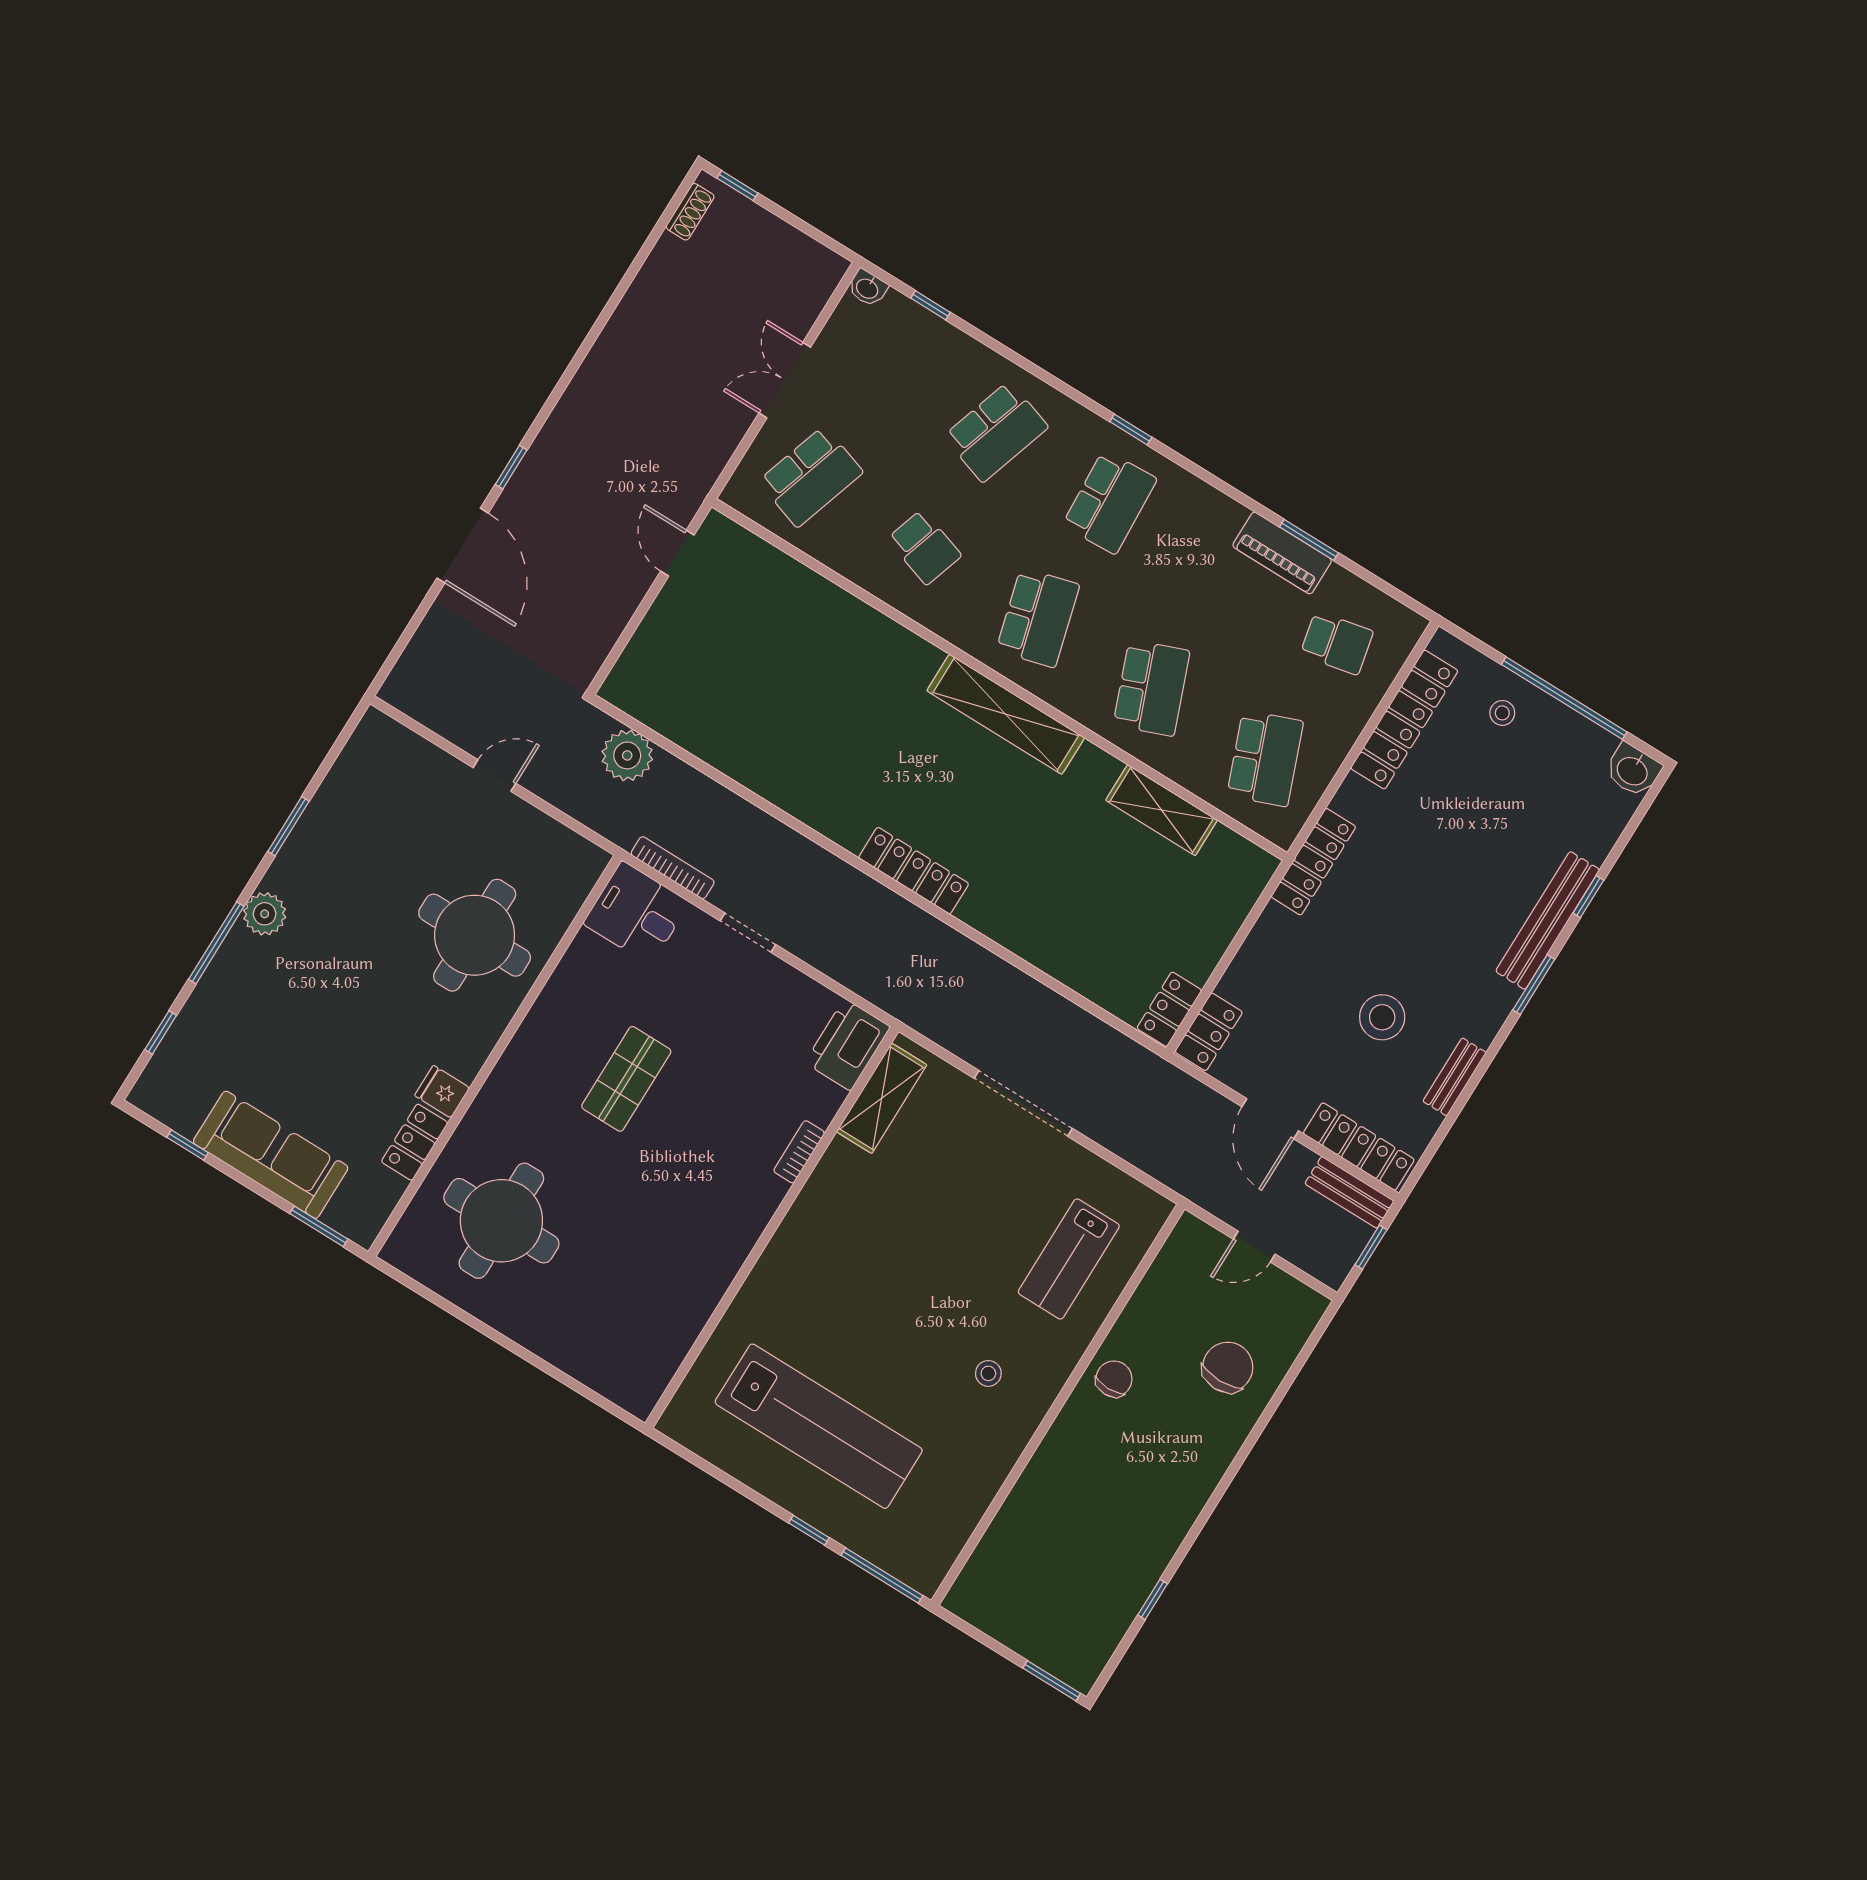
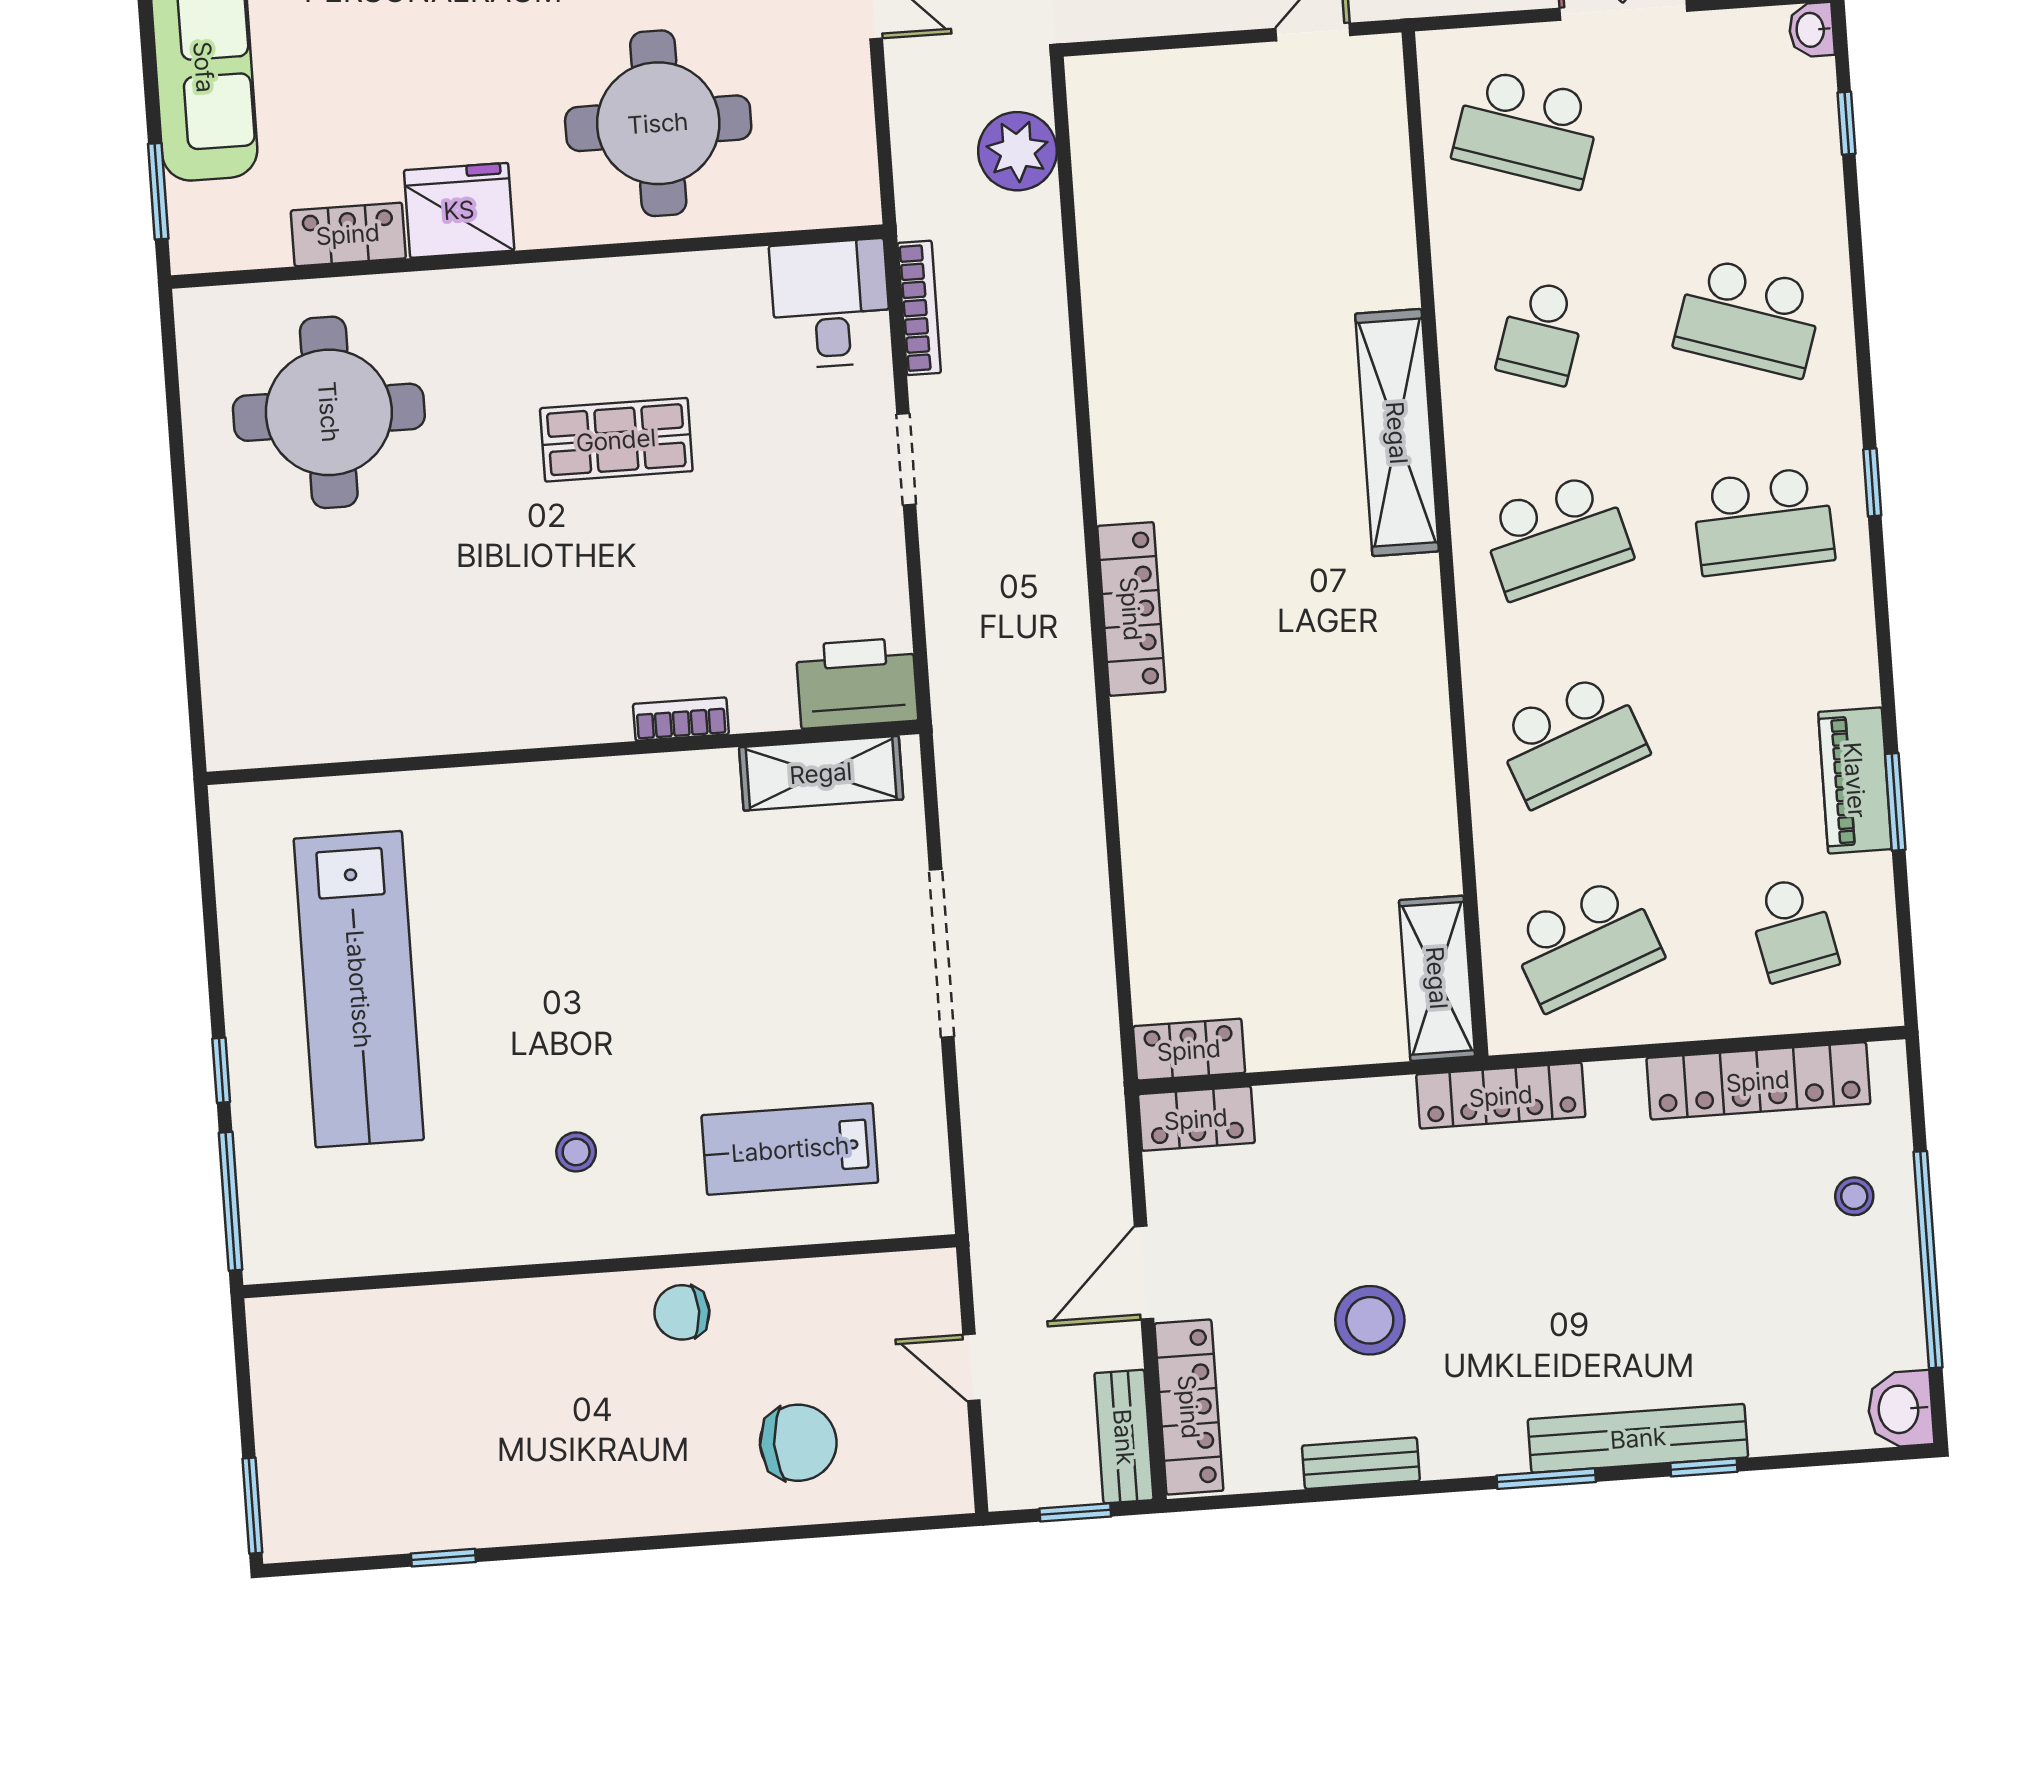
shelving: (1006, 714) -> (1397, 433), moved
shelving: (1162, 810) -> (1437, 978), moved
fridge: (442, 1092) -> (459, 210), width x1.88, depth x1.34
chair: (1114, 1379) -> (682, 1312), turned 180

